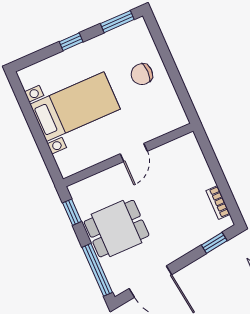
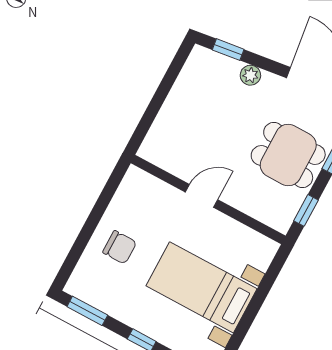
bookcase: (218, 203) -> (186, 76), removed
plant: (187, 244) -> (250, 75), added

